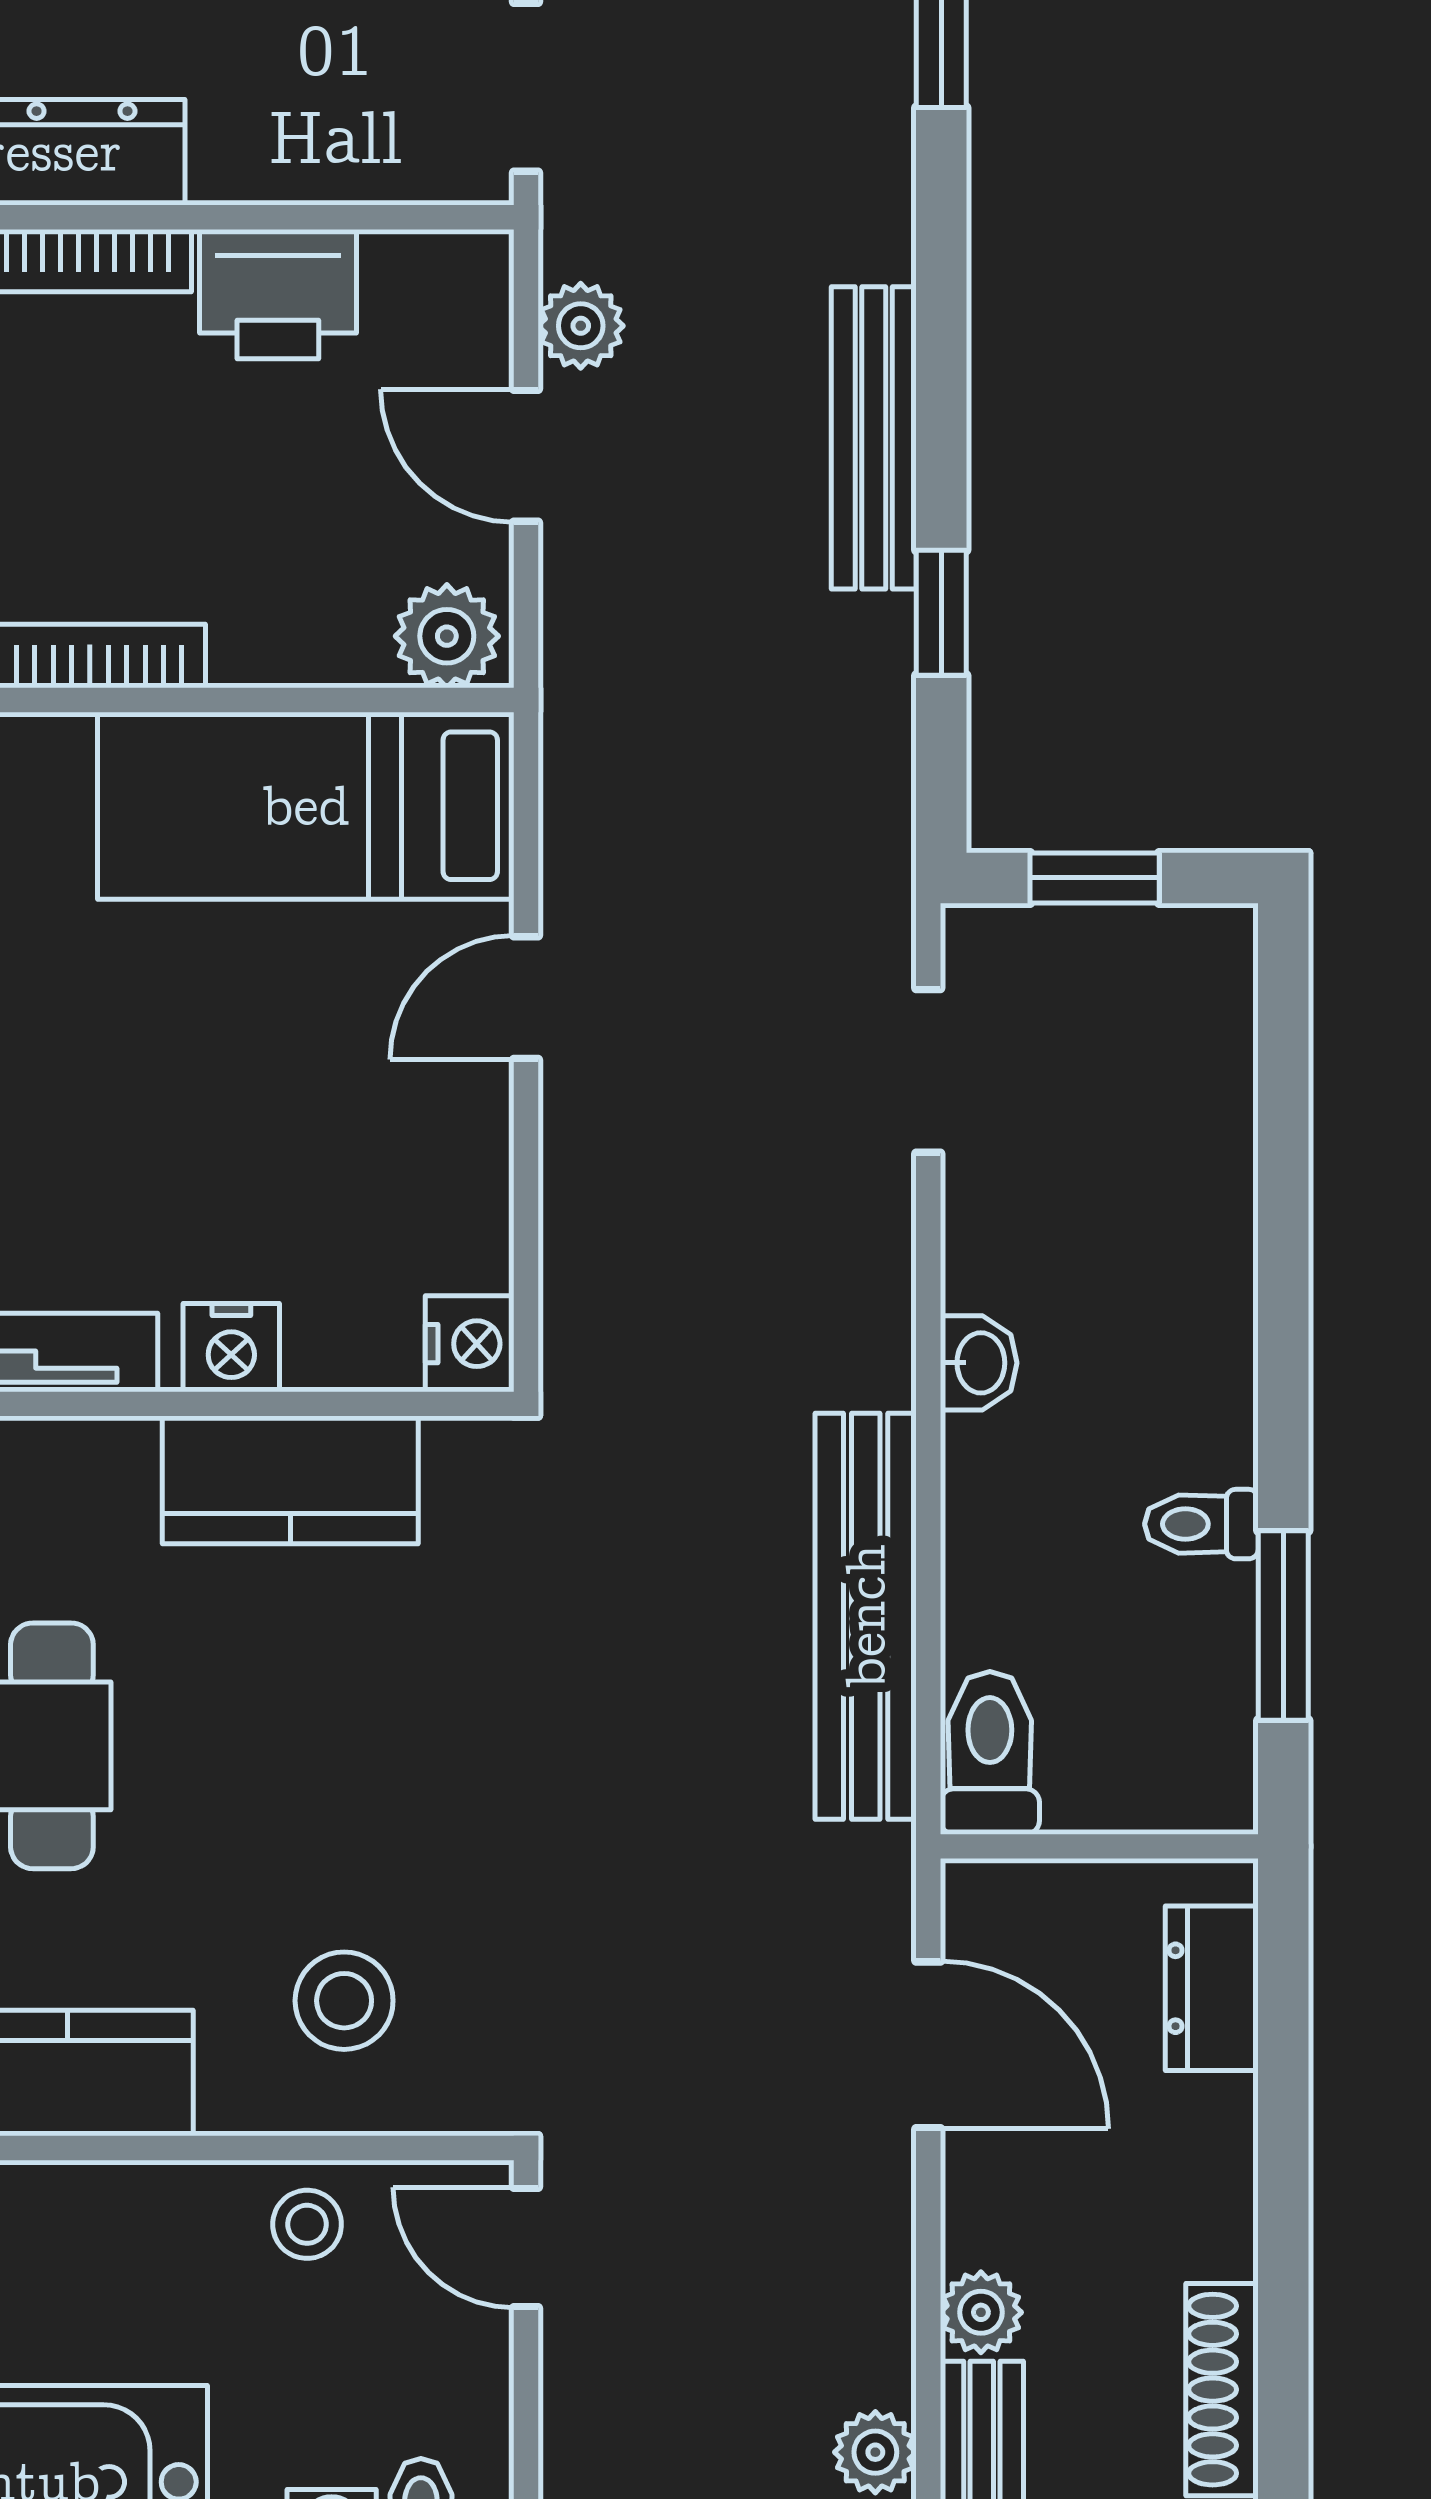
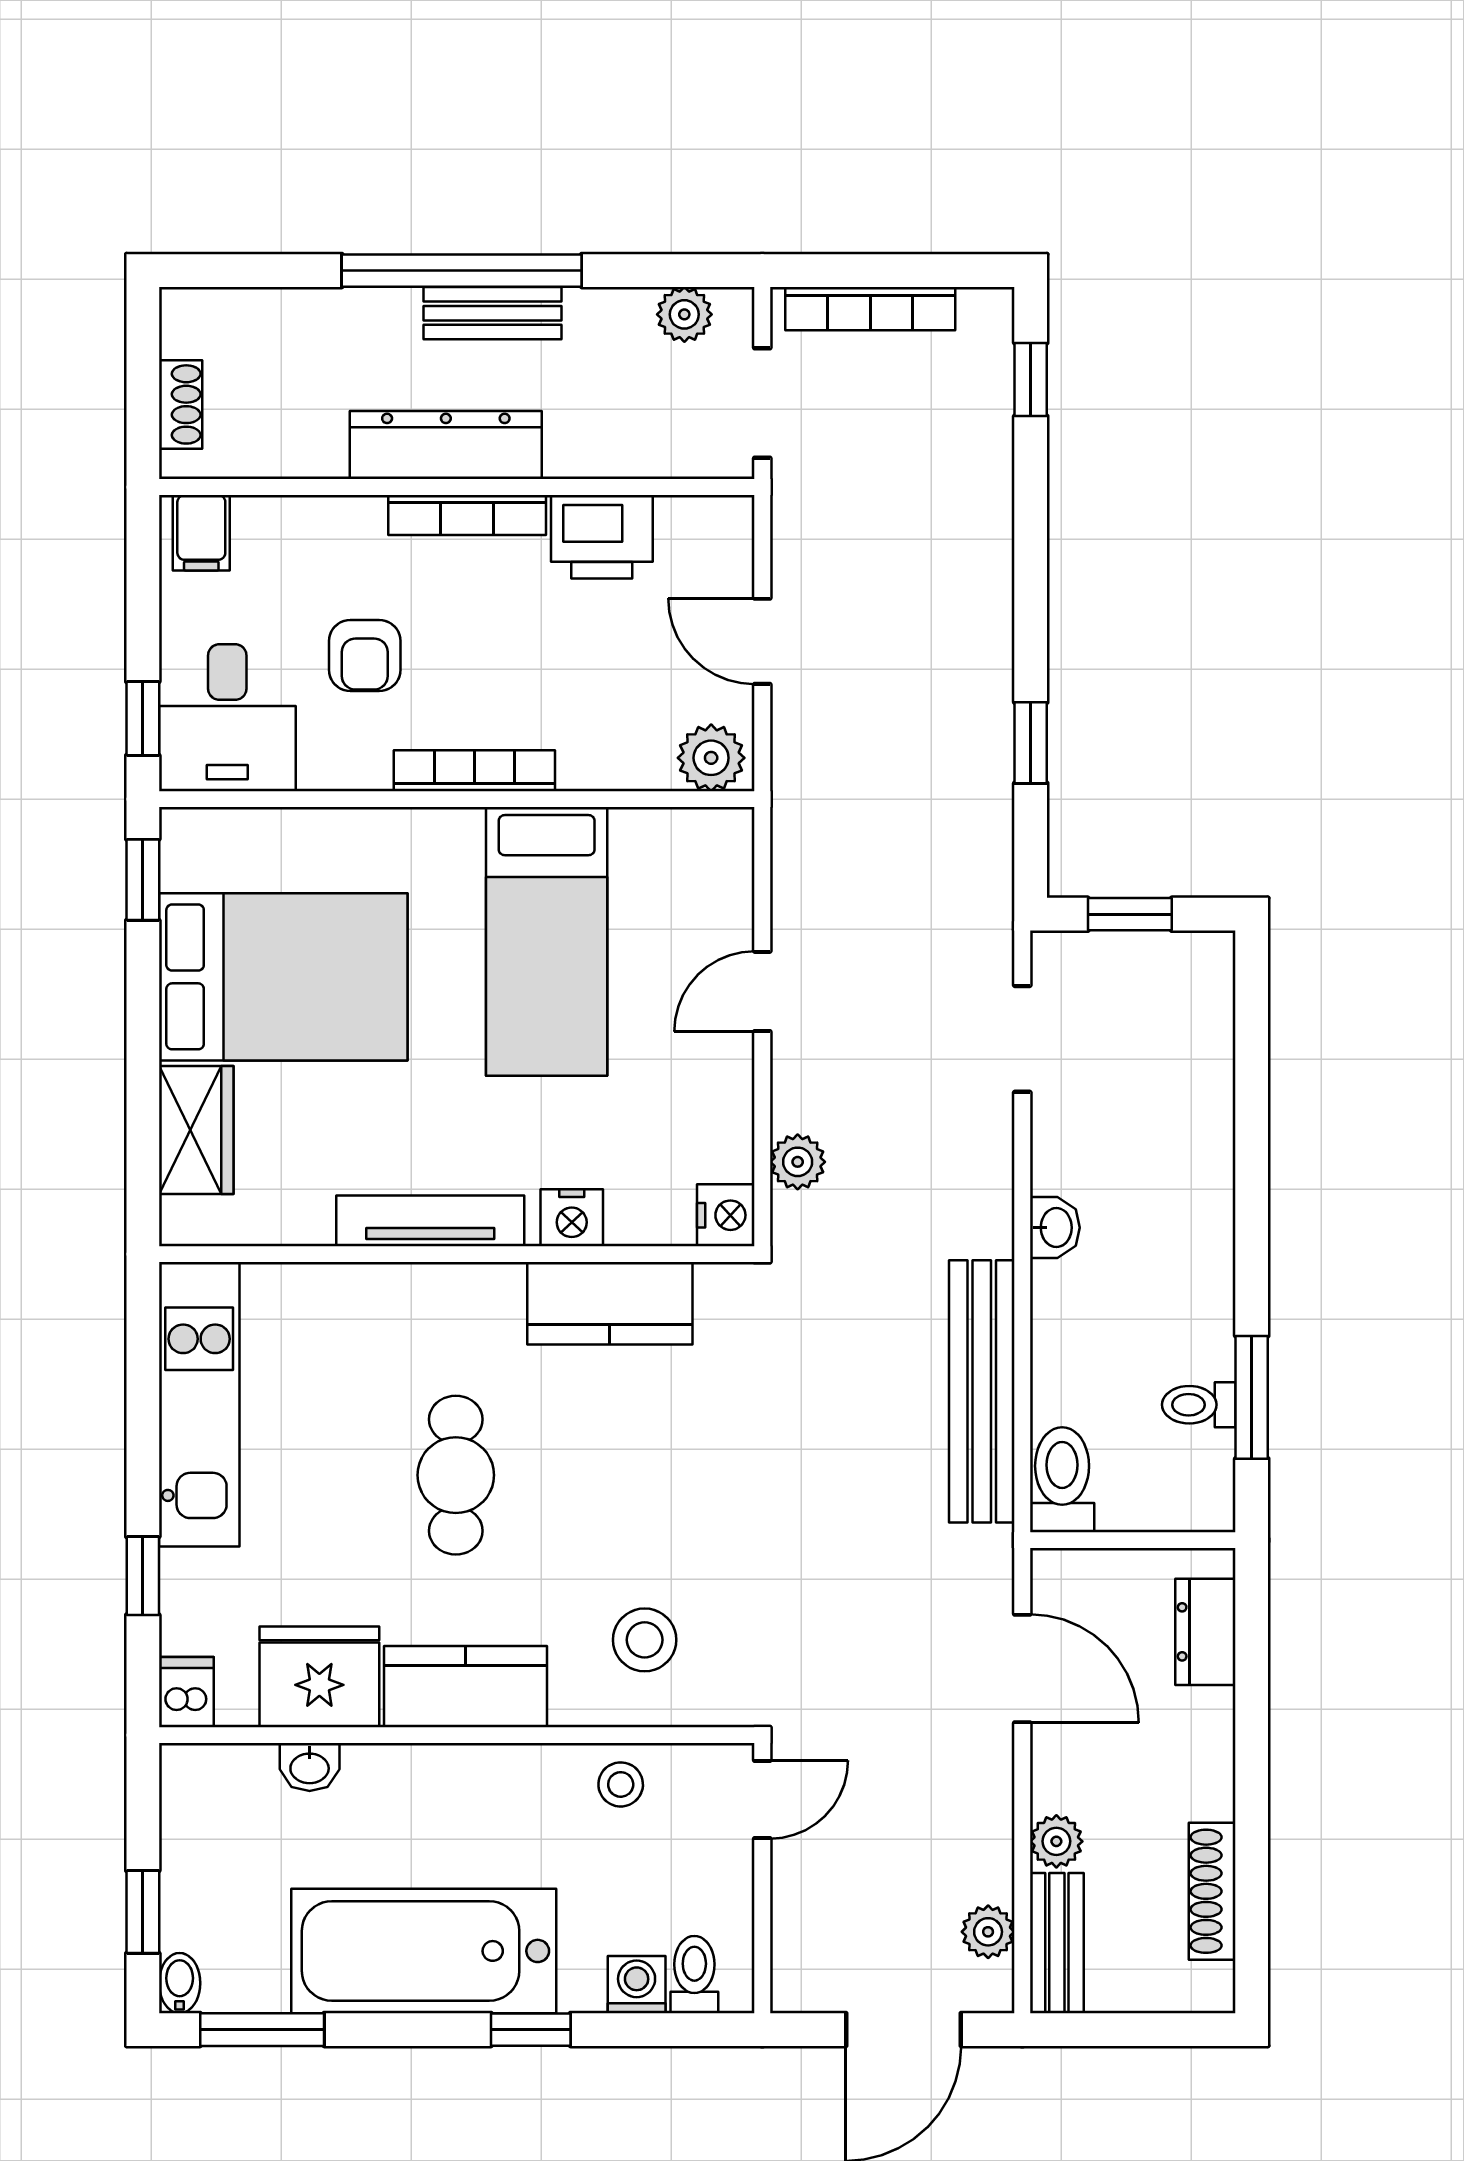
plant: (581, 326) -> (798, 1162), moved
bench: (874, 438) -> (987, 630), removed
bed: (306, 806) -> (547, 941), moved, turned -90
toilet: (1201, 1524) -> (1199, 1405), moved
door: (526, 2248) -> (762, 1799), swing flipped

